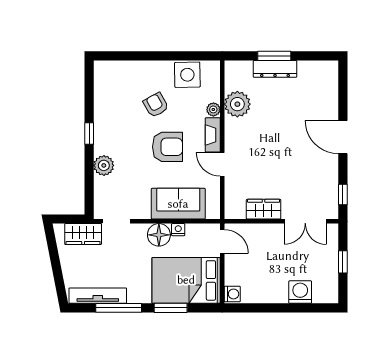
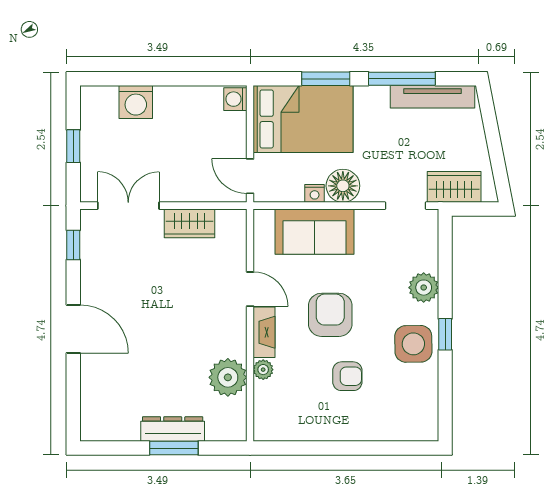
side table: (187, 75) -> (413, 344), moved
armchair: (156, 105) -> (347, 376), turned -61
armchair: (168, 147) -> (330, 315), turned 90

